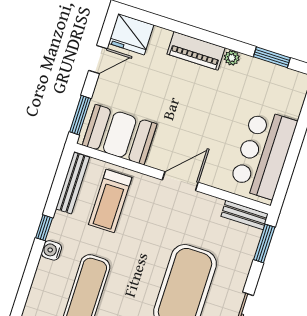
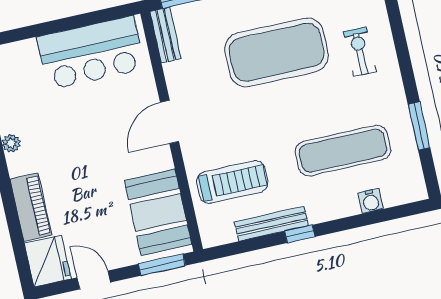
piano: (196, 51) -> (31, 207), moved
door: (180, 181) -> (169, 122), hinge flipped
bench: (73, 183) -> (271, 224), moved
water cooler: (52, 250) -> (371, 201), moved

